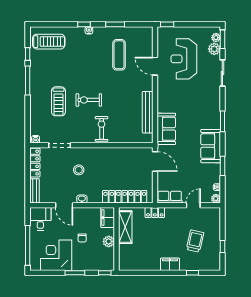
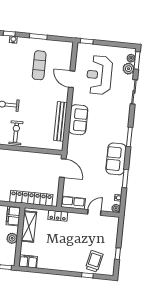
sofa: (166, 129) -> (78, 120), moved
trolley: (195, 241) -> (94, 261), moved
filing cabinet: (170, 264) -> (28, 261), moved

